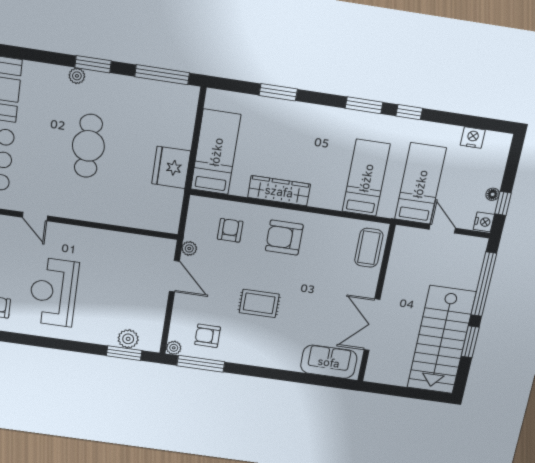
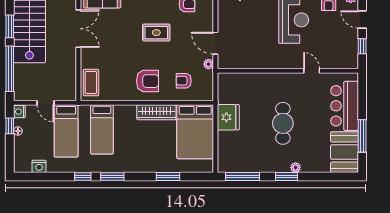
bed: (216, 152) -> (195, 132), width x1.50
armchair: (230, 230) -> (184, 81), turned 90

